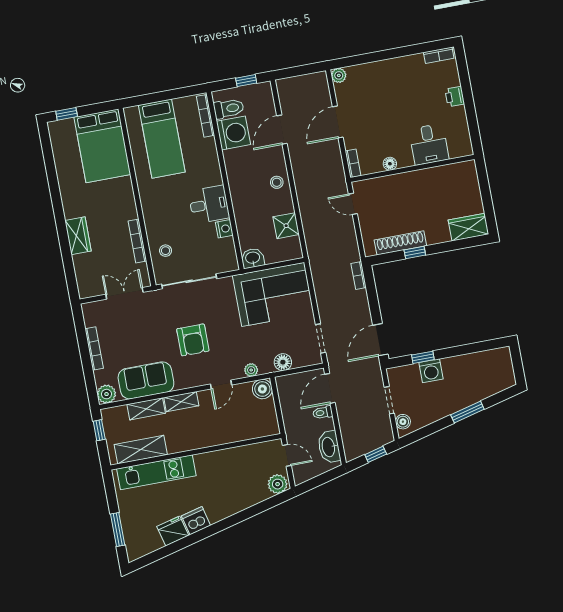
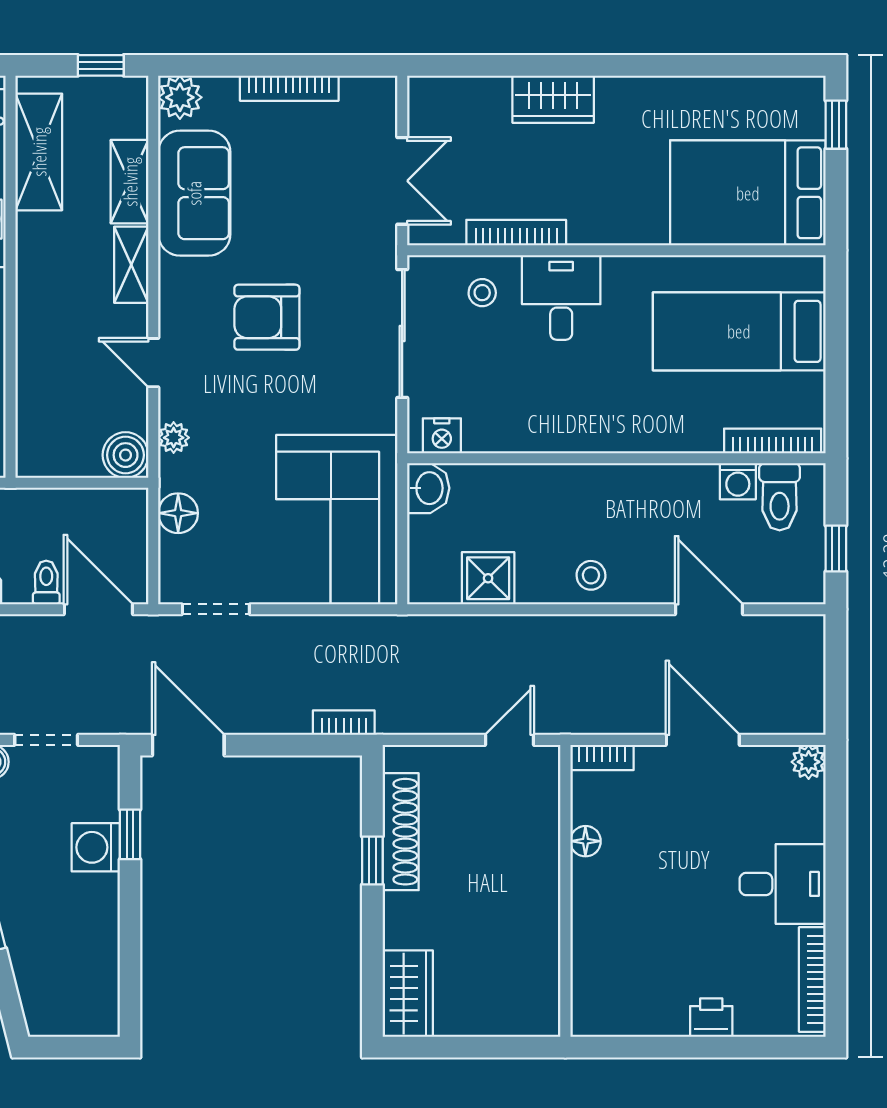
bookcase: (439, 55) -> (812, 979), width x1.56
washing machine: (233, 133) -> (738, 481), width x0.53, depth x0.53
desk: (429, 144) -> (783, 884), moved, turned 180
desk: (209, 205) -> (561, 297), moved, turned 180
nightstand: (224, 229) -> (442, 436), moved

